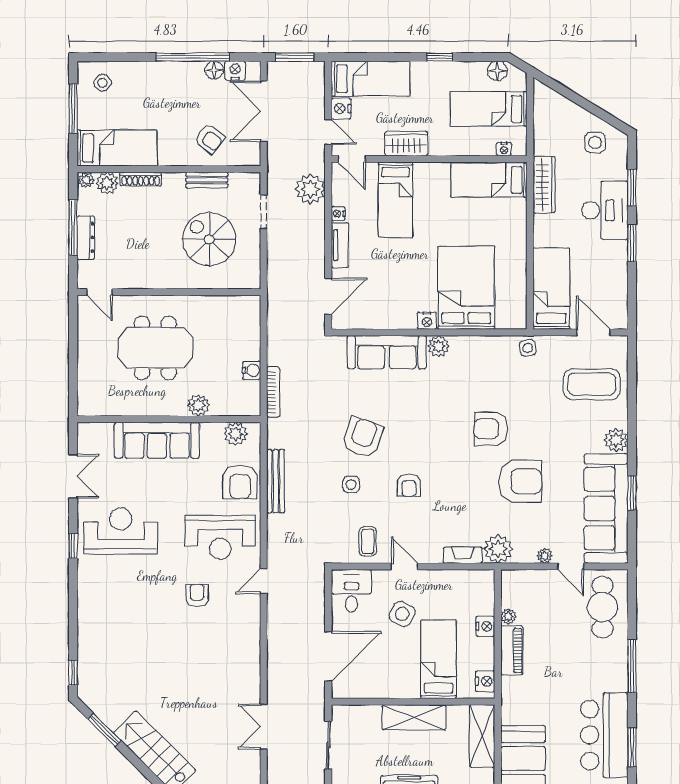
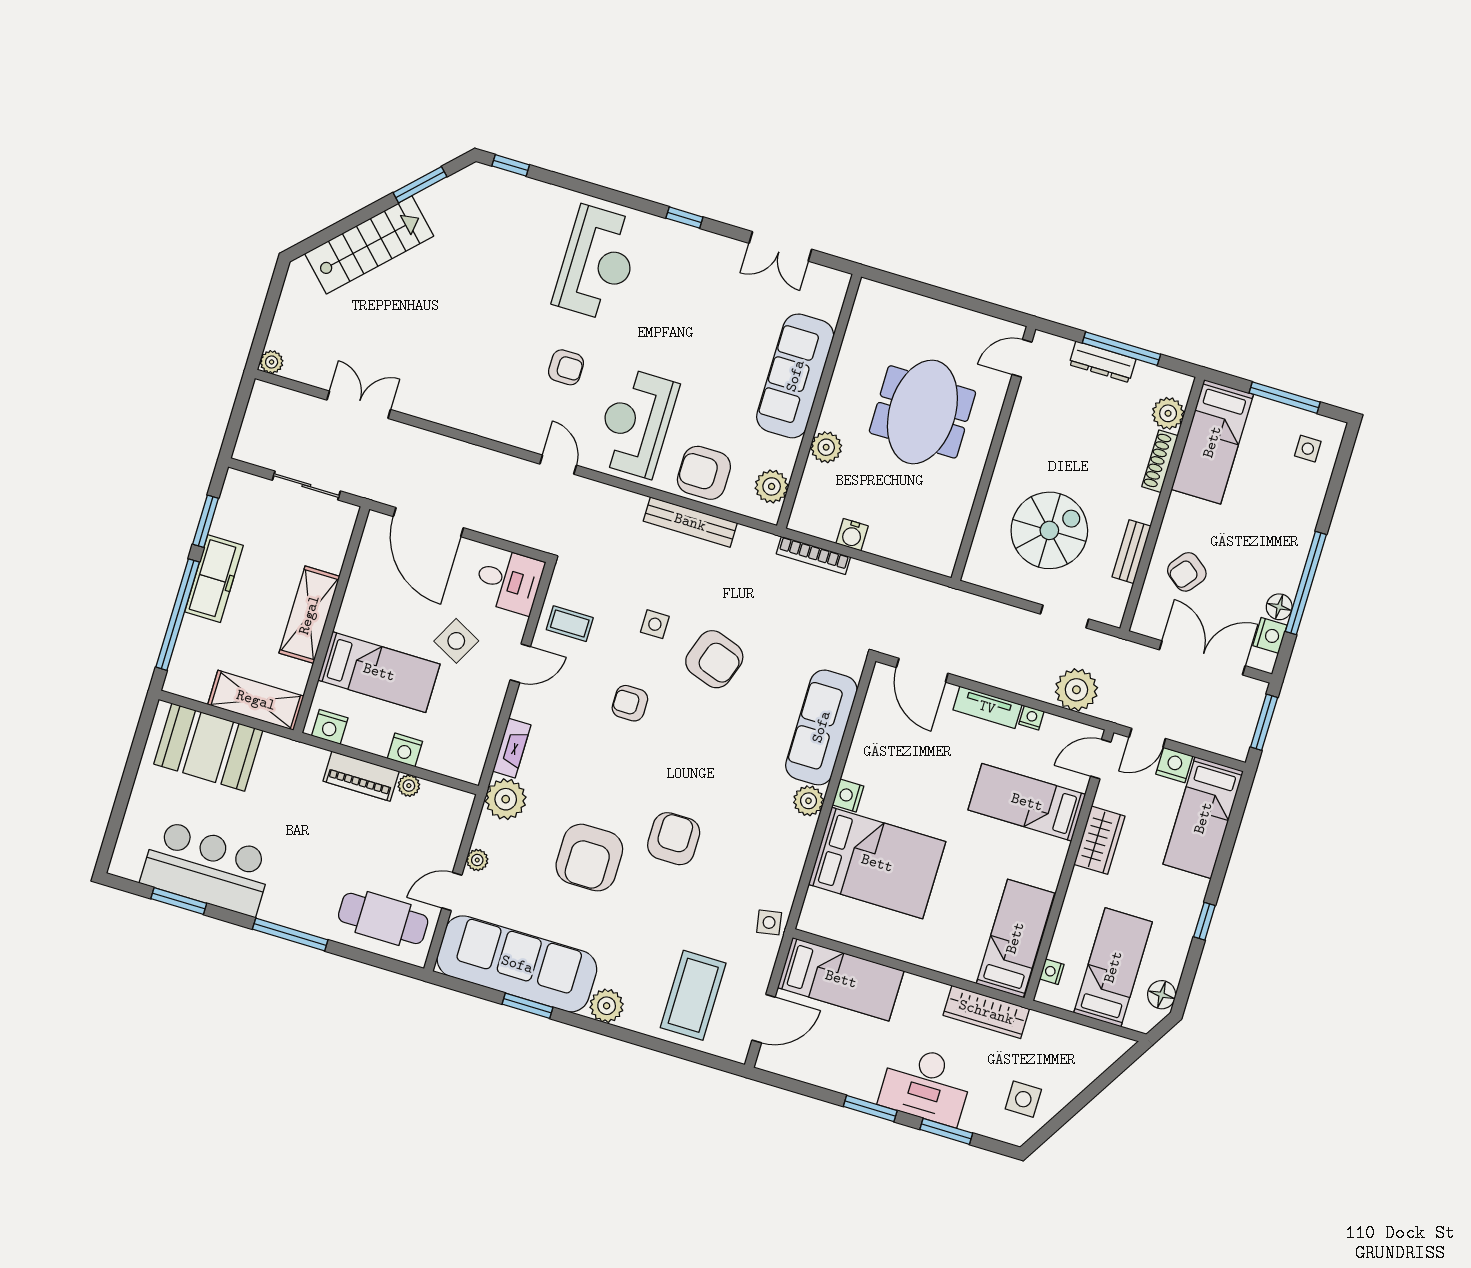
side table: (103, 83) -> (1308, 449), turned 45
plant: (86, 180) -> (1181, 386), removed
reception desk: (121, 531) -> (598, 263), moved

